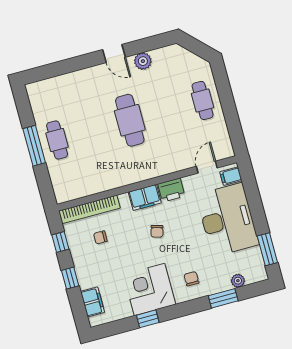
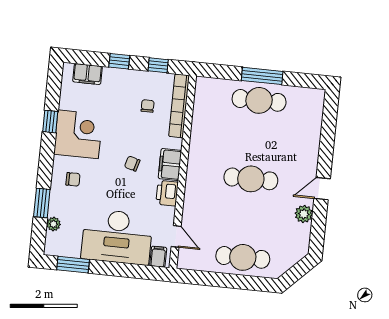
cafe table: (203, 100) -> (243, 257), width x1.37, depth x1.35
cafe table: (57, 140) -> (259, 100), width x1.37, depth x1.35

